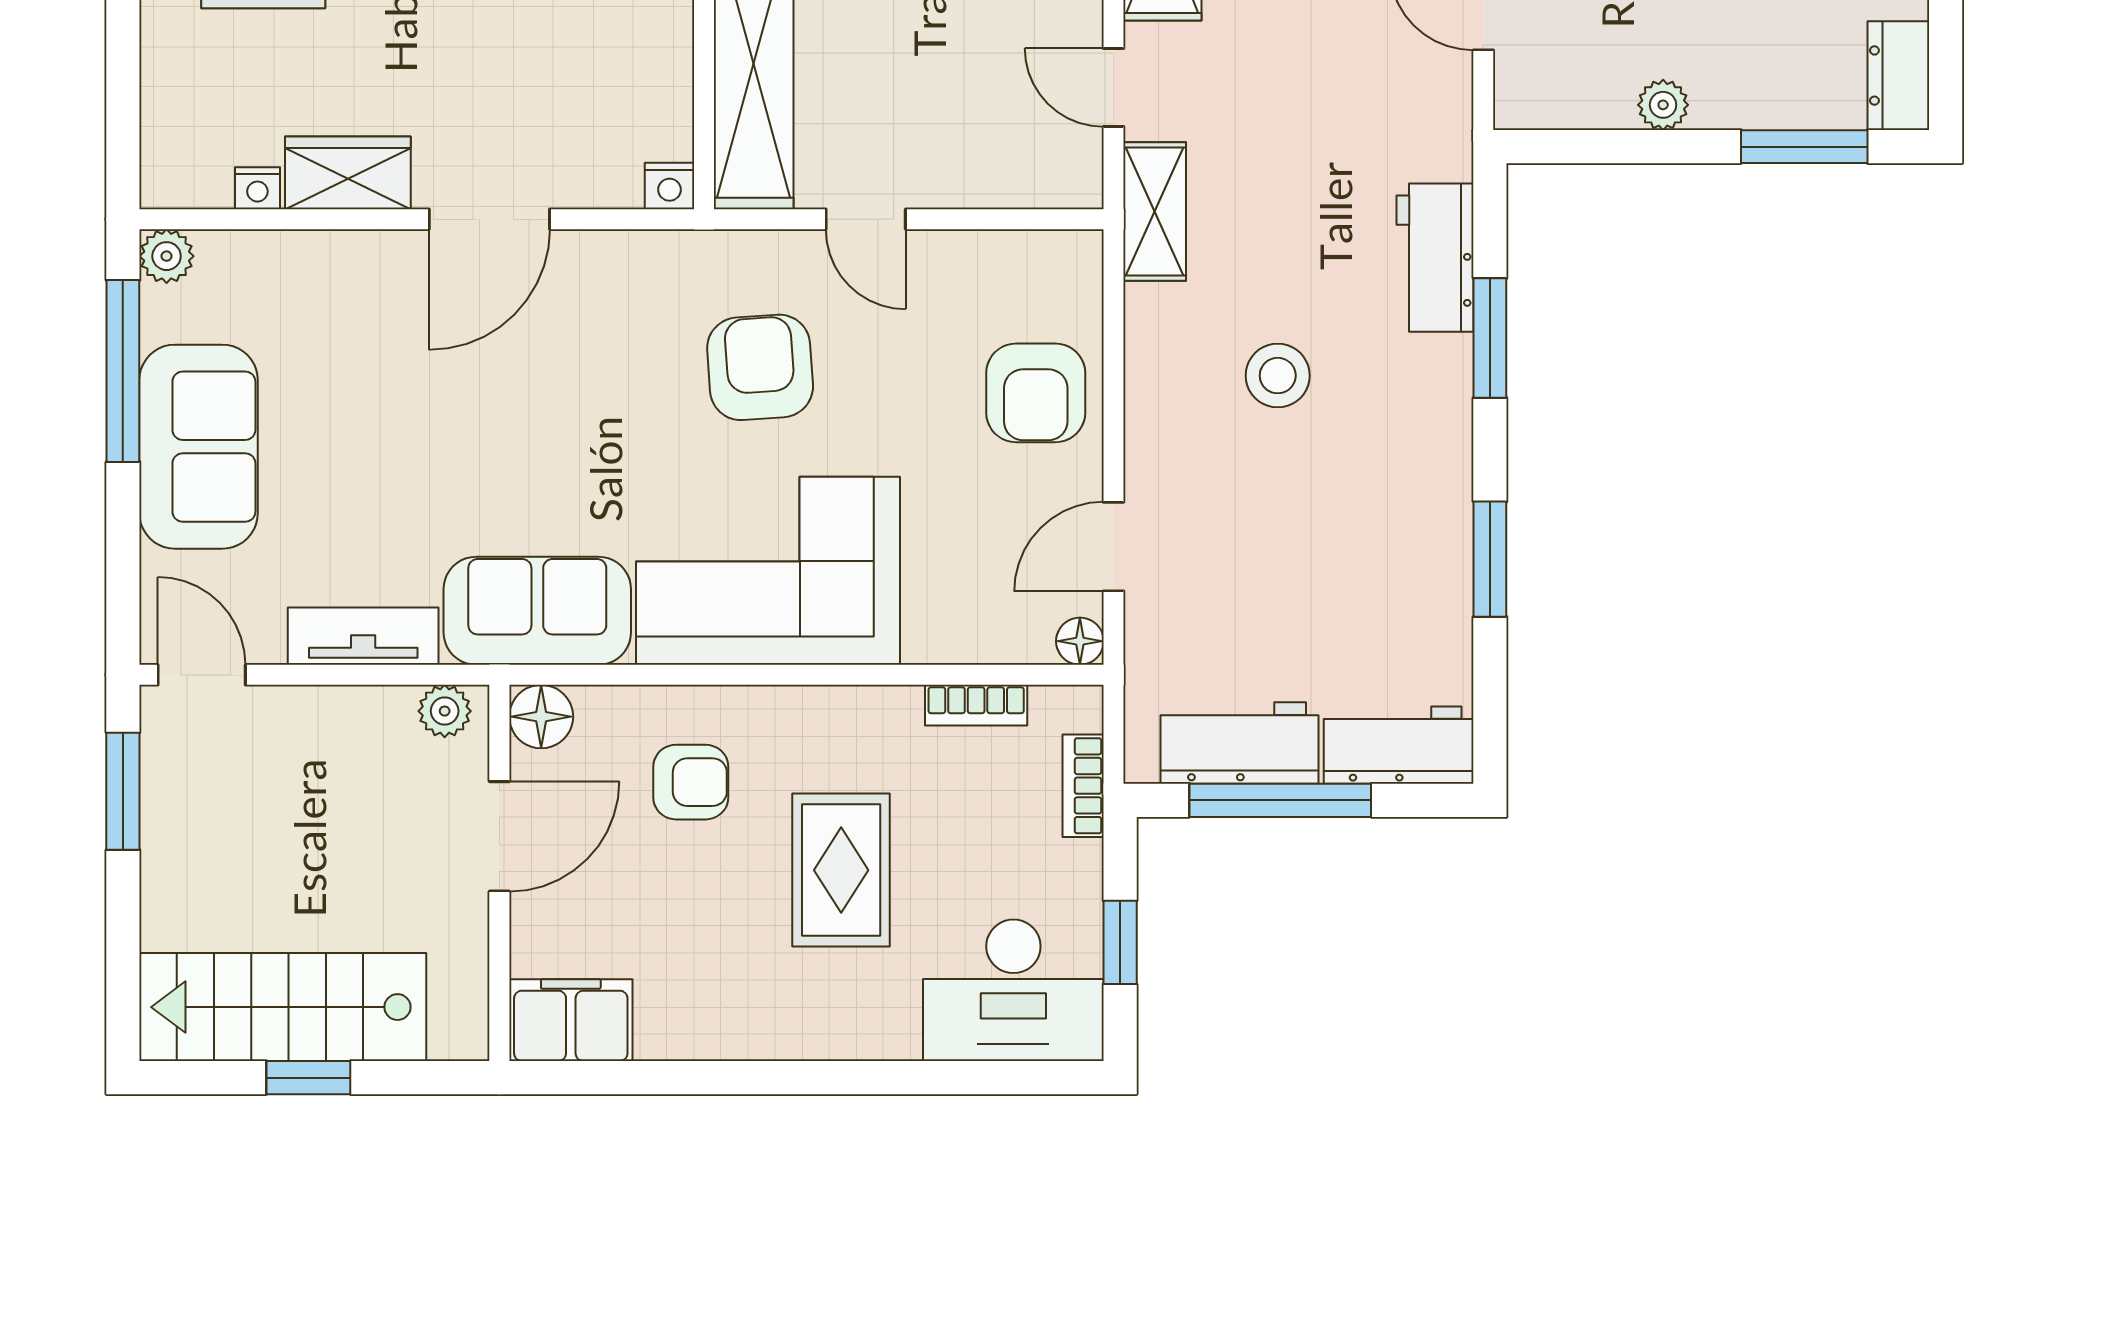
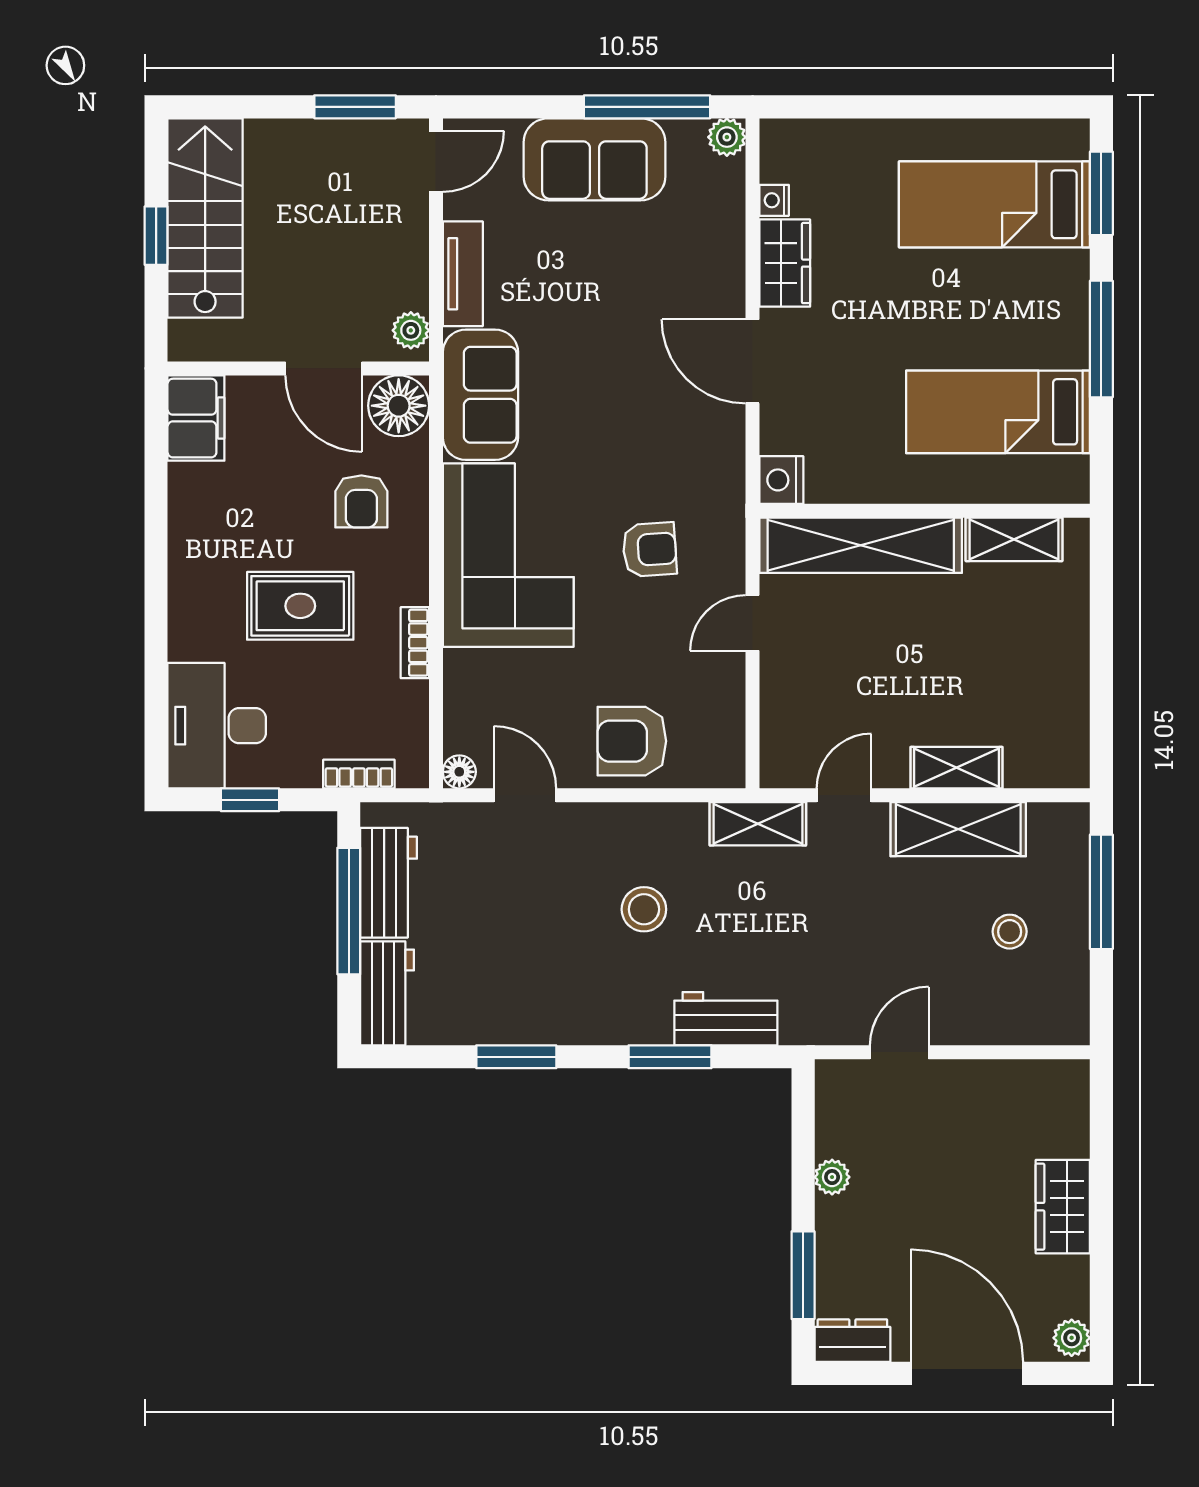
nightstand: (670, 186) -> (781, 480), width x1.39, depth x1.35
armchair: (760, 367) -> (650, 550), width x0.72, depth x0.72
bookcase: (976, 705) -> (415, 643), moved
floor lamp: (541, 717) -> (399, 406), width x1.38, depth x1.38

